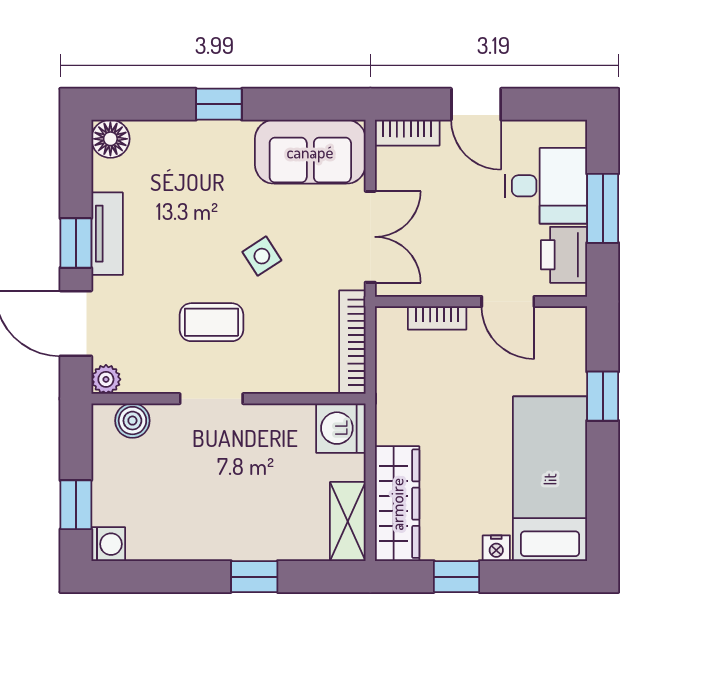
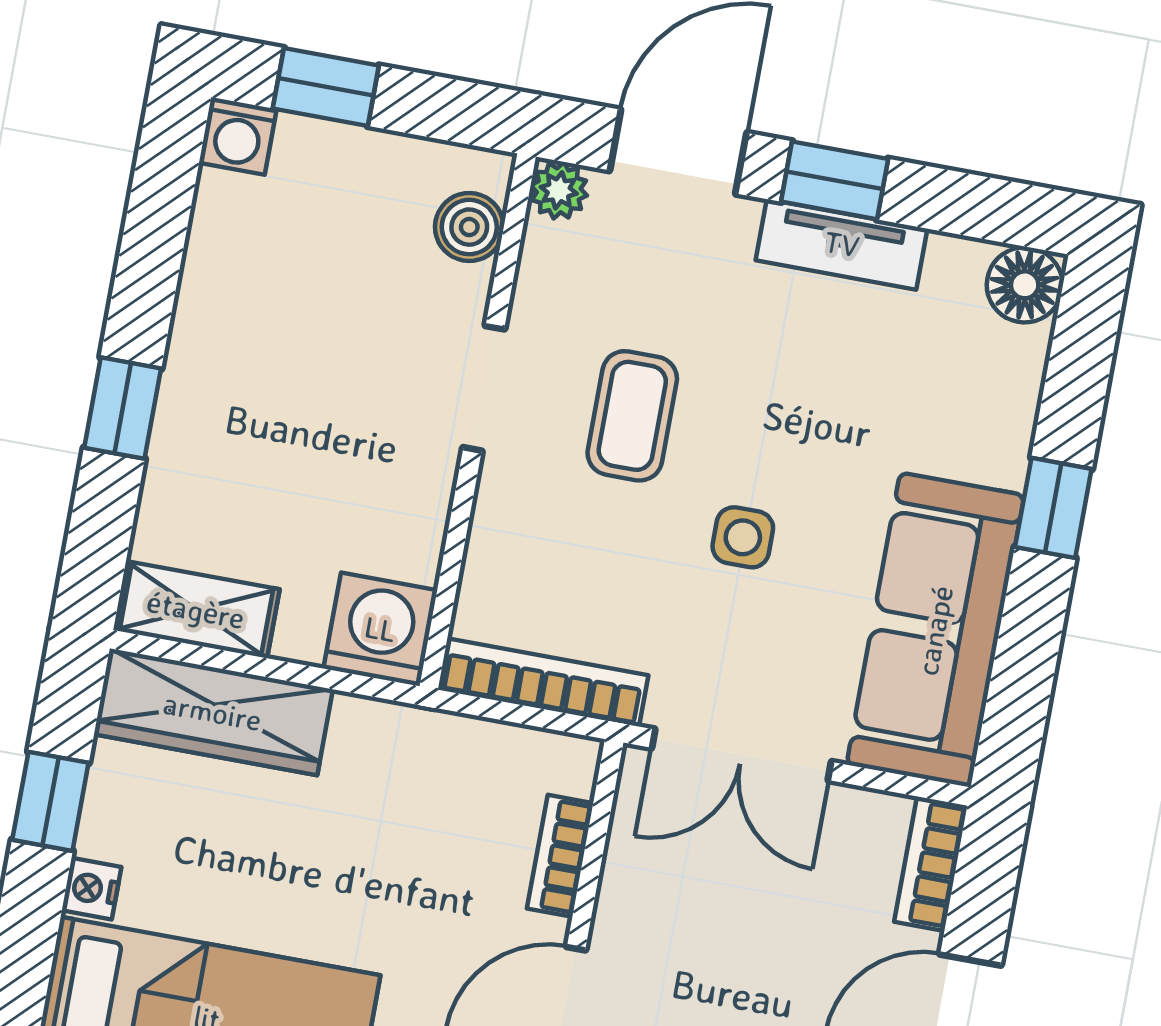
sofa: (310, 152) -> (935, 630), width x1.36
side table: (262, 256) -> (743, 537), turned 33

